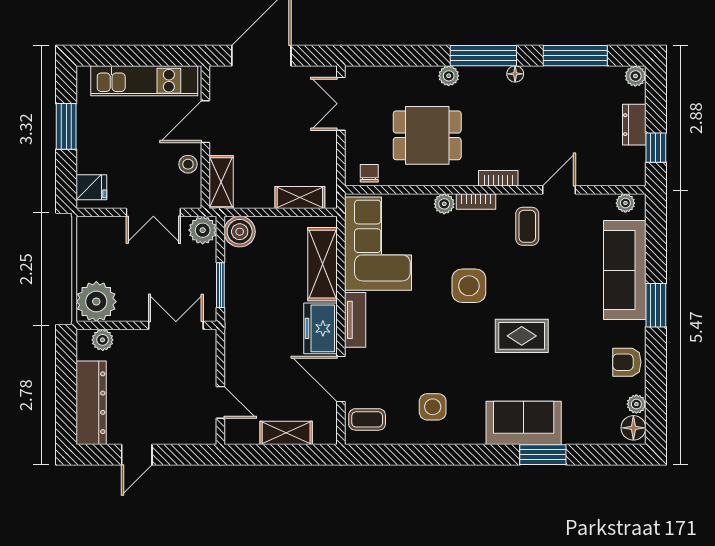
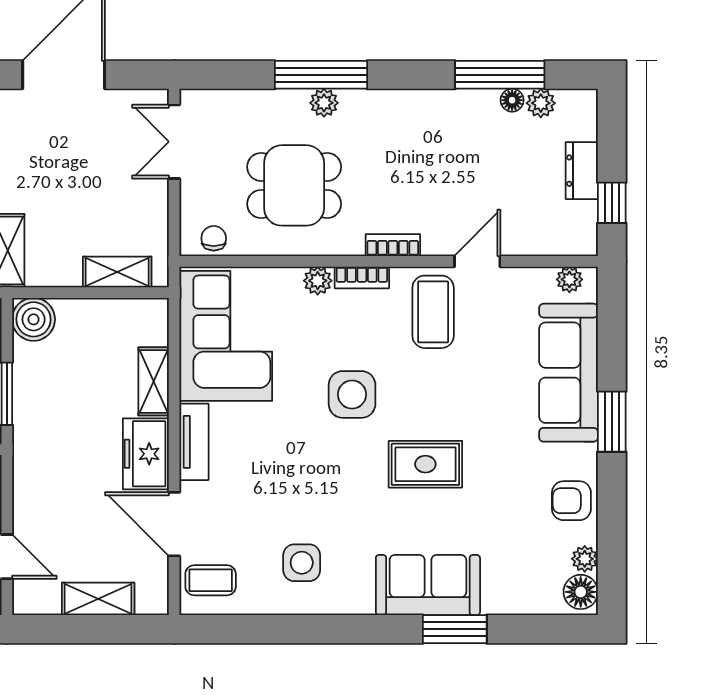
window: (483, 56) -> (321, 75), moved
floor lamp: (515, 74) -> (512, 100), moved
plant: (635, 76) -> (541, 103), moved
coffee table: (527, 226) -> (433, 312), width x1.36, depth x1.30
shelving: (322, 264) -> (154, 381), width x0.67, depth x0.75

